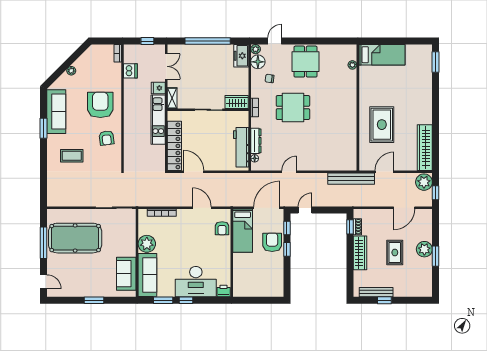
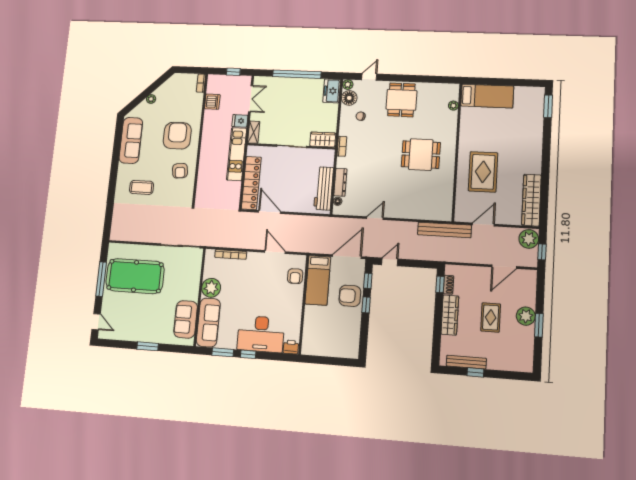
dining table: (293, 108) -> (421, 155), moved
window: (44, 128) -> (116, 157), removed
armchair: (272, 242) -> (350, 296), turned -90

